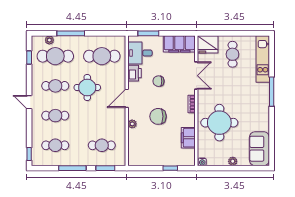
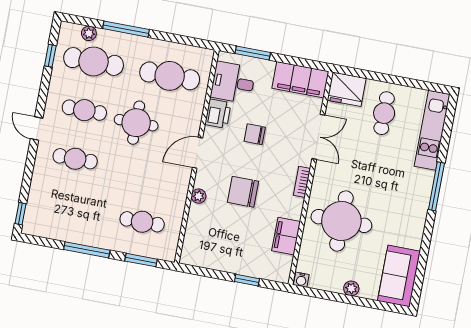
cafe table: (55, 145) -> (66, 207), removed

